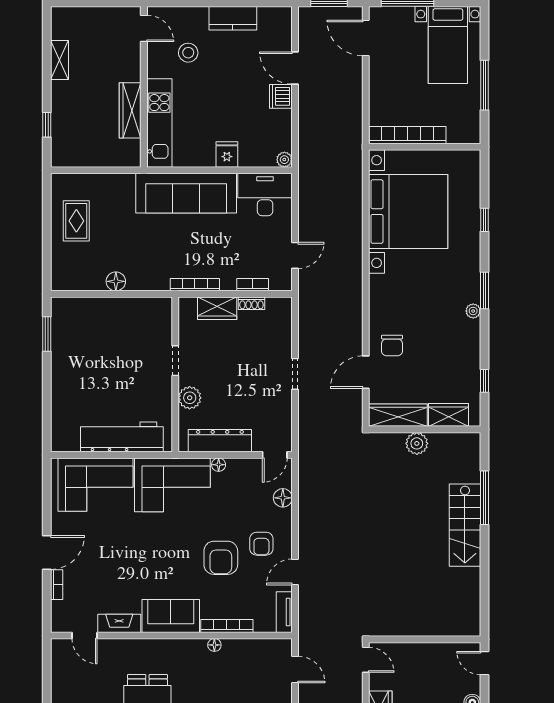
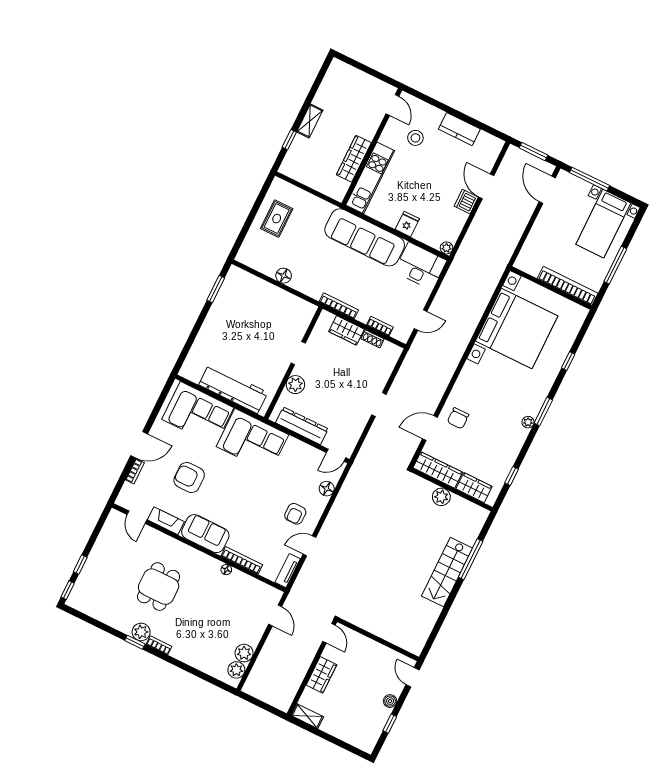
shelving: (60, 60) -> (310, 121), moved
bookcase: (407, 135) -> (568, 286), moved
floor lamp: (219, 465) -> (292, 442), removed
armchair: (221, 558) -> (189, 478), moved, turned 90

